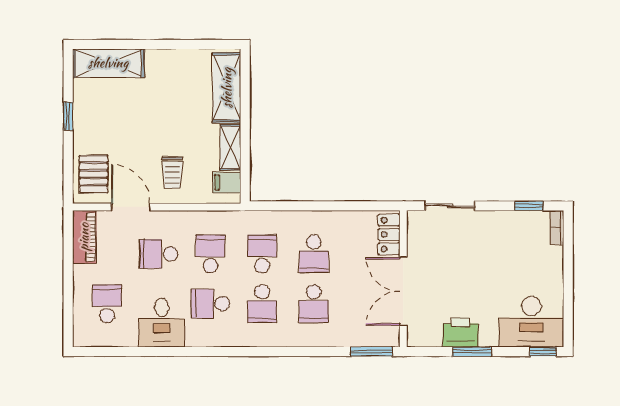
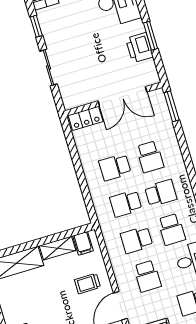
trolley: (172, 173) -> (87, 284), turned 180
sliding door: (450, 206) -> (49, 68), moved
school desk: (314, 254) -> (115, 167), turned 180
school desk: (314, 304) -> (150, 157), turned 90

